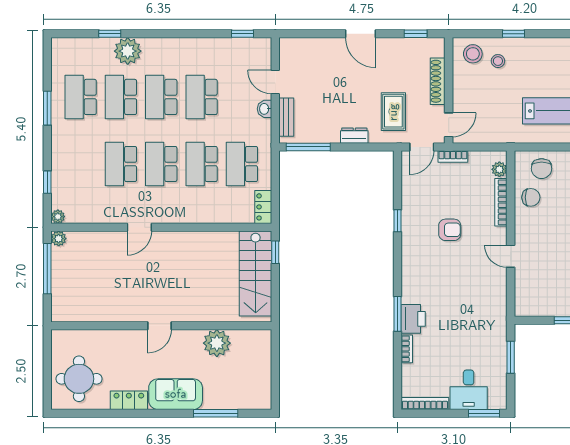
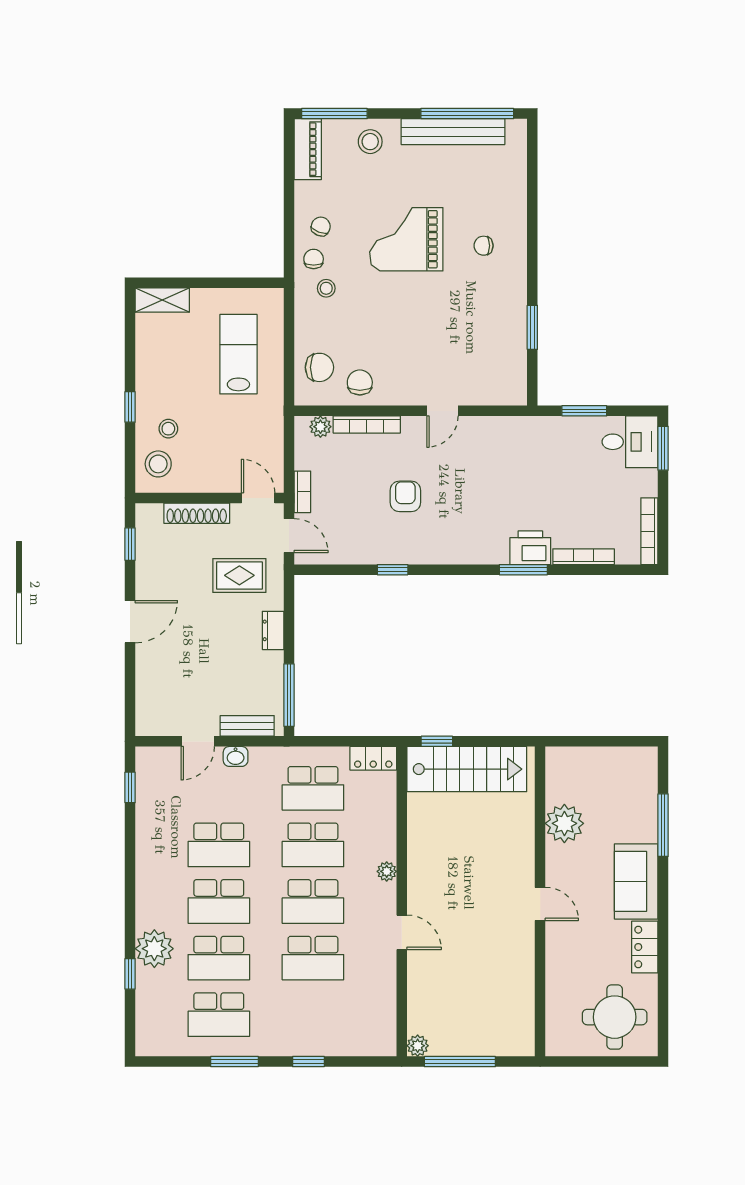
window: (47, 182) -> (308, 1062), moved
plant: (58, 217) -> (387, 871), moved
bookcase: (407, 349) -> (584, 557), width x1.56
desk: (469, 390) -> (630, 442), moved

